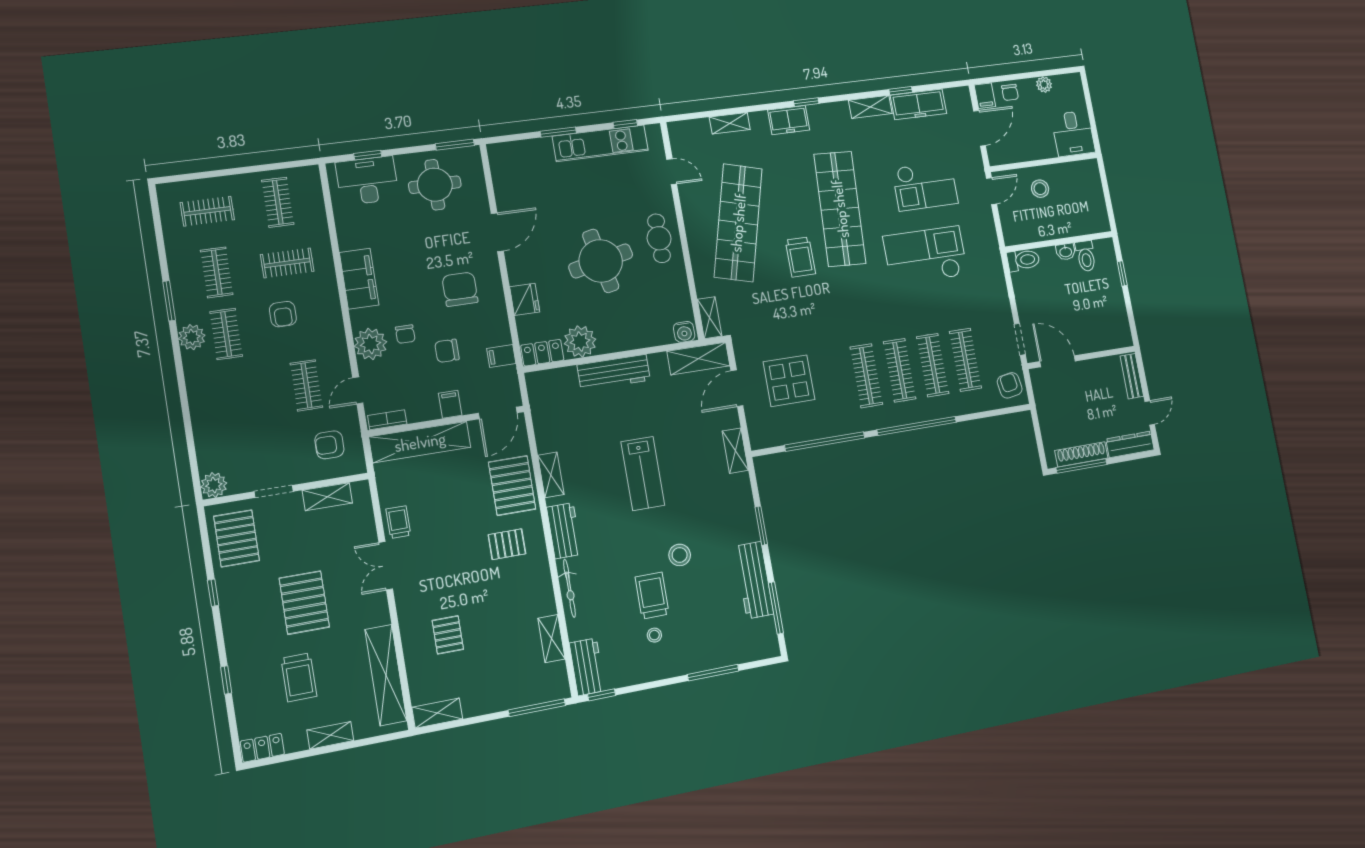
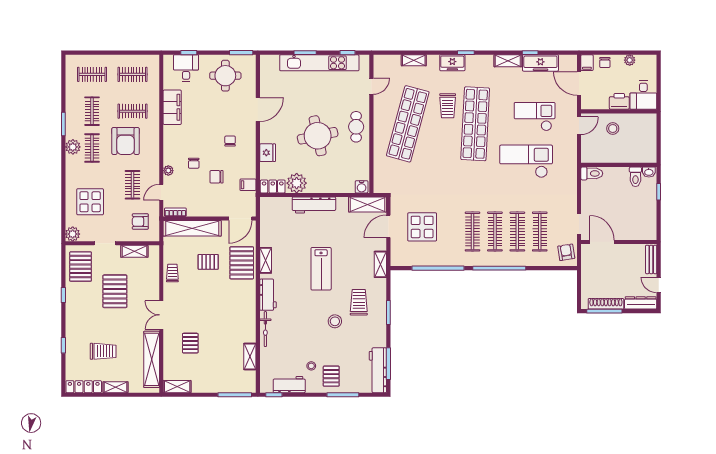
door: (979, 128) -> (579, 84), swing flipped
kitchen unit: (600, 143) -> (319, 63), width x1.36
printer: (1041, 147) -> (619, 101), added
door: (672, 172) -> (371, 86), hinge flipped
desk: (367, 181) -> (186, 68), width x0.73
checkout: (925, 186) -> (535, 117), turned 180
clothes rail: (278, 202) -> (132, 74), turned 90
washbasin: (1066, 252) -> (649, 172), moved
trolley: (800, 257) -> (448, 106), moved
filing cabinet: (359, 279) -> (172, 107), moved
chair: (460, 289) -> (230, 141), width x0.54, depth x0.54
armchair: (283, 314) -> (126, 141), width x1.88, depth x1.88
shelving: (710, 318) -> (379, 180), removed
plant: (371, 344) -> (168, 171), width x0.53, depth x0.53
filing cabinet: (450, 404) -> (213, 209), removed
door: (1150, 413) -> (659, 285), swing flipped
display table: (237, 425) -> (90, 202), added
pallet: (507, 544) -> (208, 262), moved
double door: (386, 566) -> (161, 315), moved
workbench: (754, 580) -> (378, 370), moved
trolley: (652, 595) -> (359, 302), moved
pallet: (304, 603) -> (115, 291), moved
pallet: (689, 646) -> (331, 376), added
workbench: (587, 667) -> (289, 385), moved, turned -90
trolley: (299, 677) -> (103, 351), turned -90
locker: (262, 748) -> (84, 387), width x1.53

